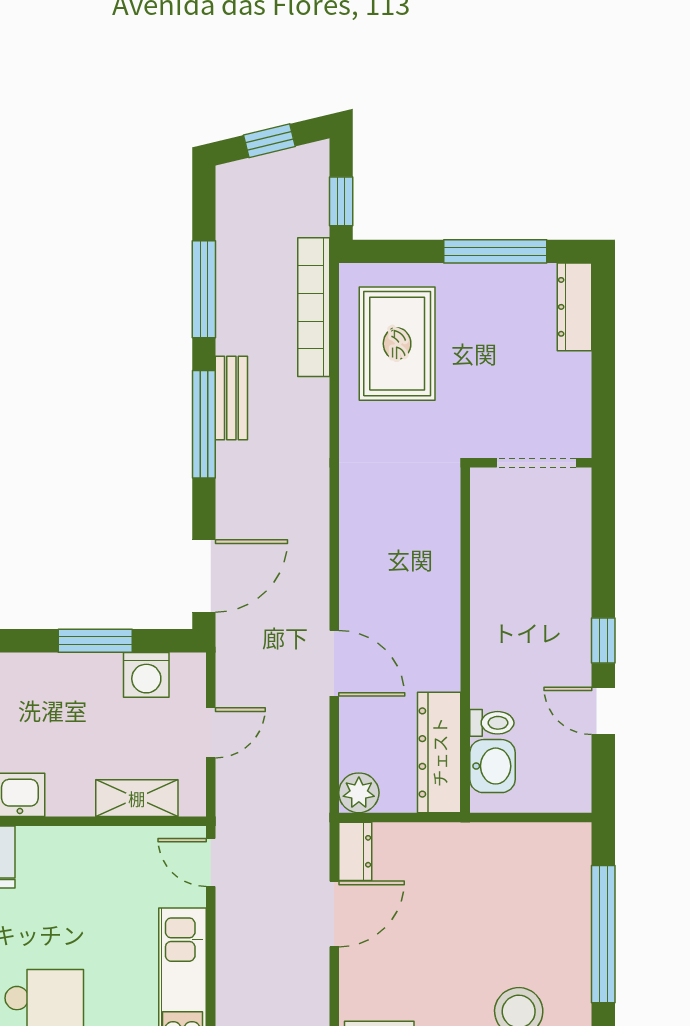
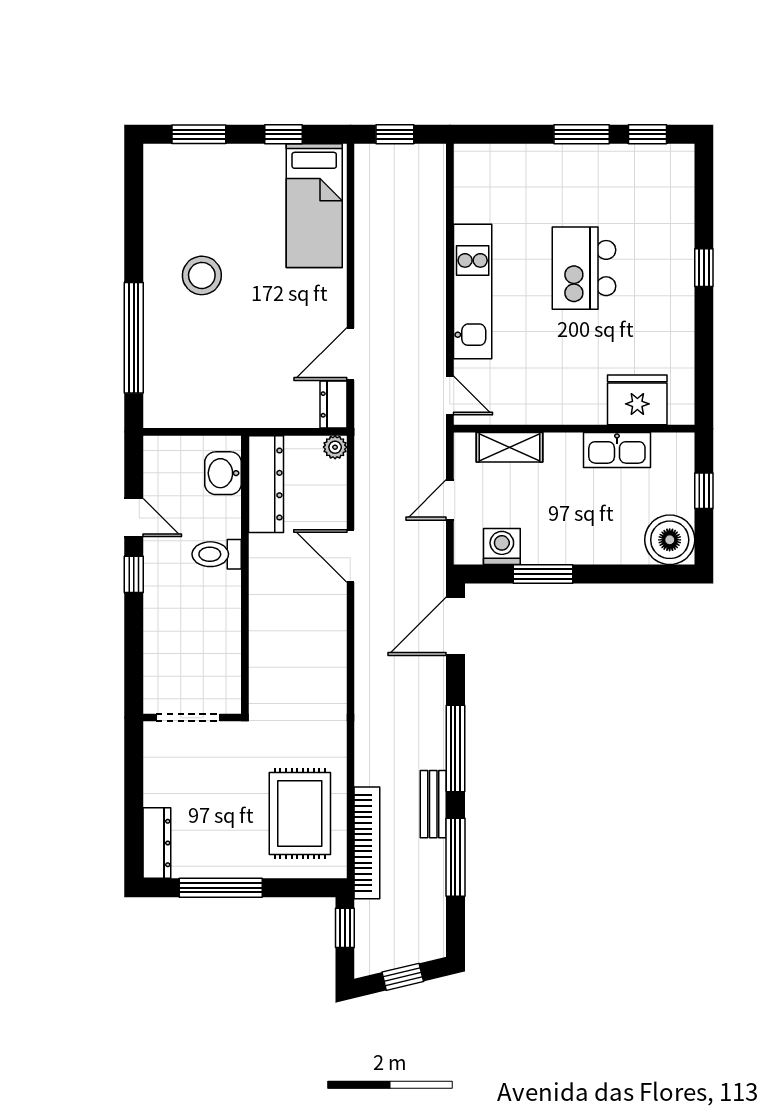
bench: (231, 398) -> (433, 804), moved
toilet: (492, 723) -> (217, 554), moved, width x1.37, depth x1.39
plant: (359, 793) -> (335, 447), width x0.73, depth x0.73

